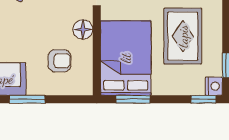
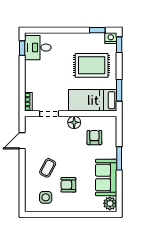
rug: (183, 36) -> (92, 65), moved
bed: (126, 58) -> (93, 100), width x0.67

